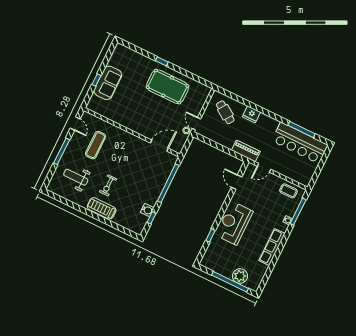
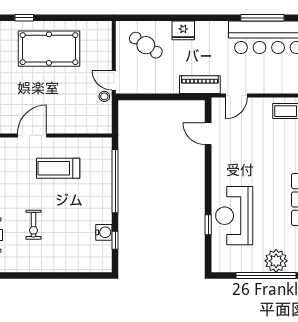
door: (159, 146) -> (32, 135), moved
treadmill: (102, 208) -> (58, 168), moved
reception desk: (234, 223) -> (234, 216), moved

